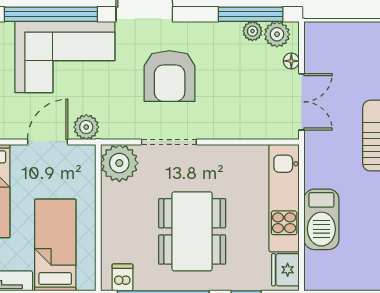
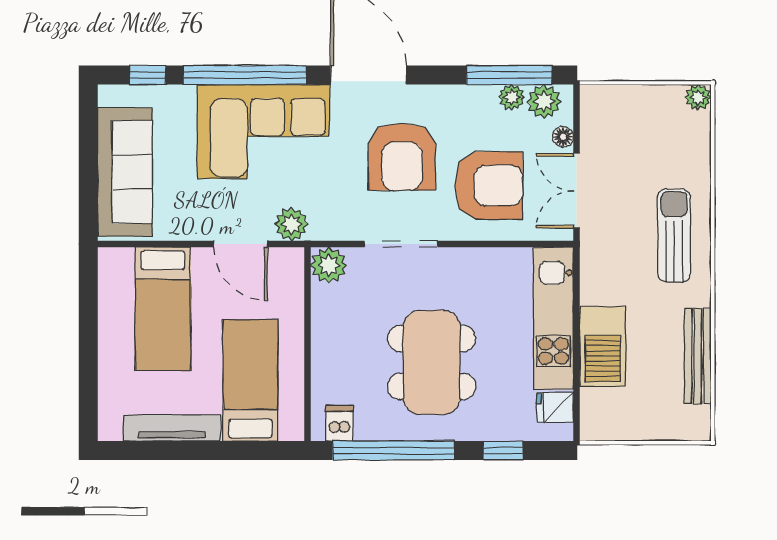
armchair: (235, 98) -> (489, 185), added
double door: (302, 102) -> (577, 191), swing flipped
door: (48, 142) -> (240, 244), swing flipped
plant: (119, 163) -> (329, 265), width x0.73, depth x0.73
fridge: (285, 270) -> (555, 407), width x0.72

